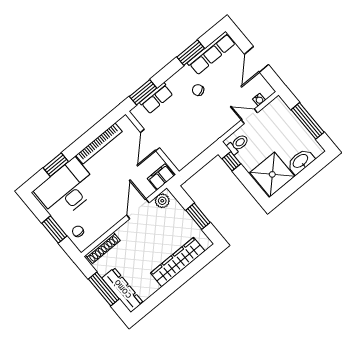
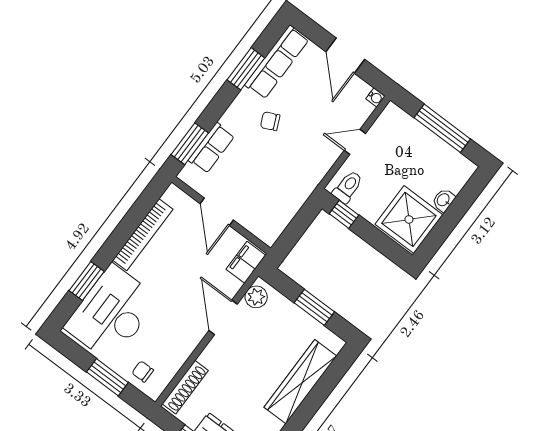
water cooler: (259, 100) -> (375, 97), moved
washbasin: (301, 161) -> (444, 200), width x0.52, depth x0.69

